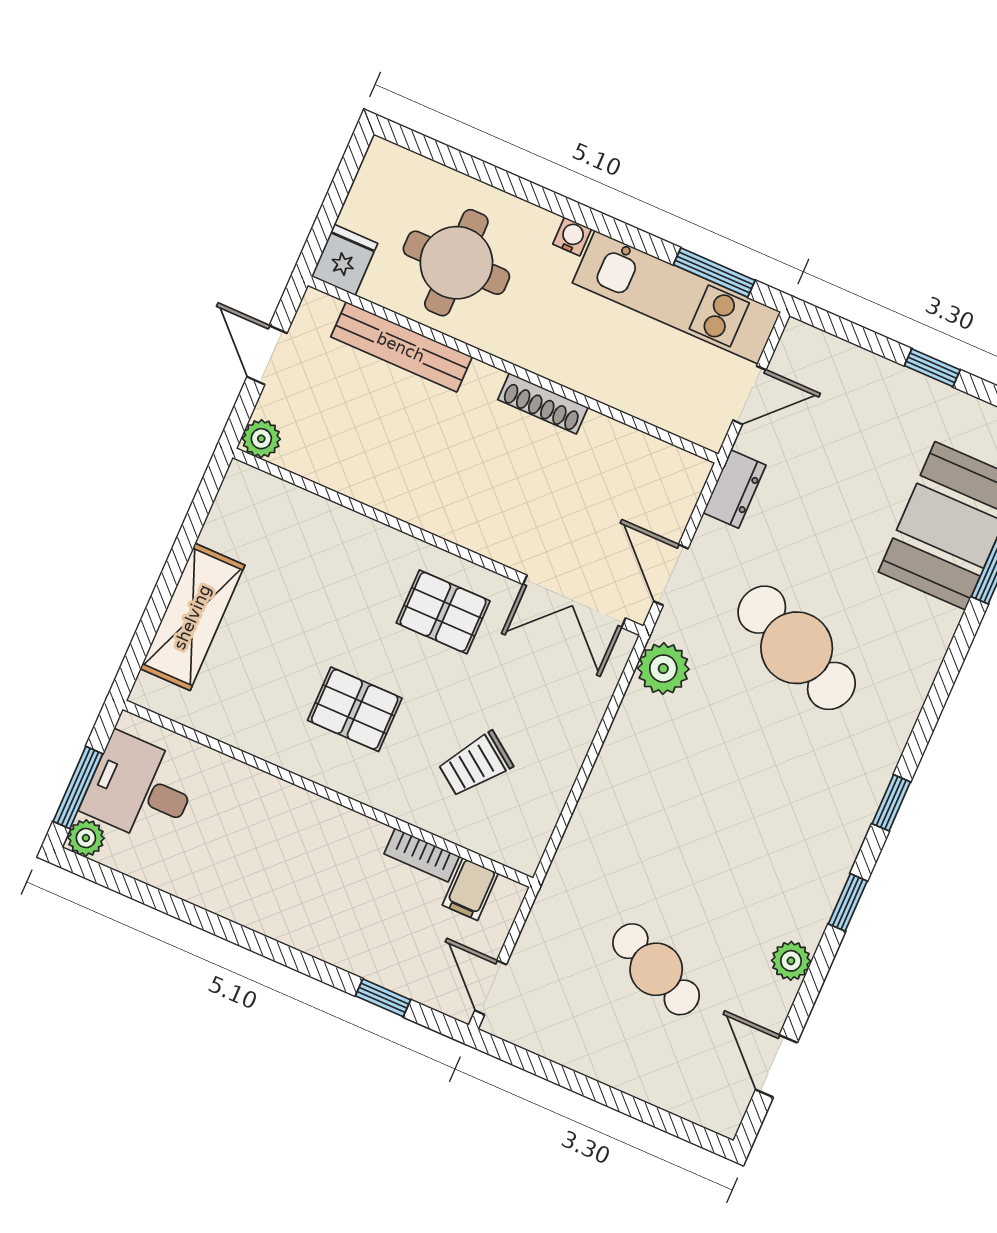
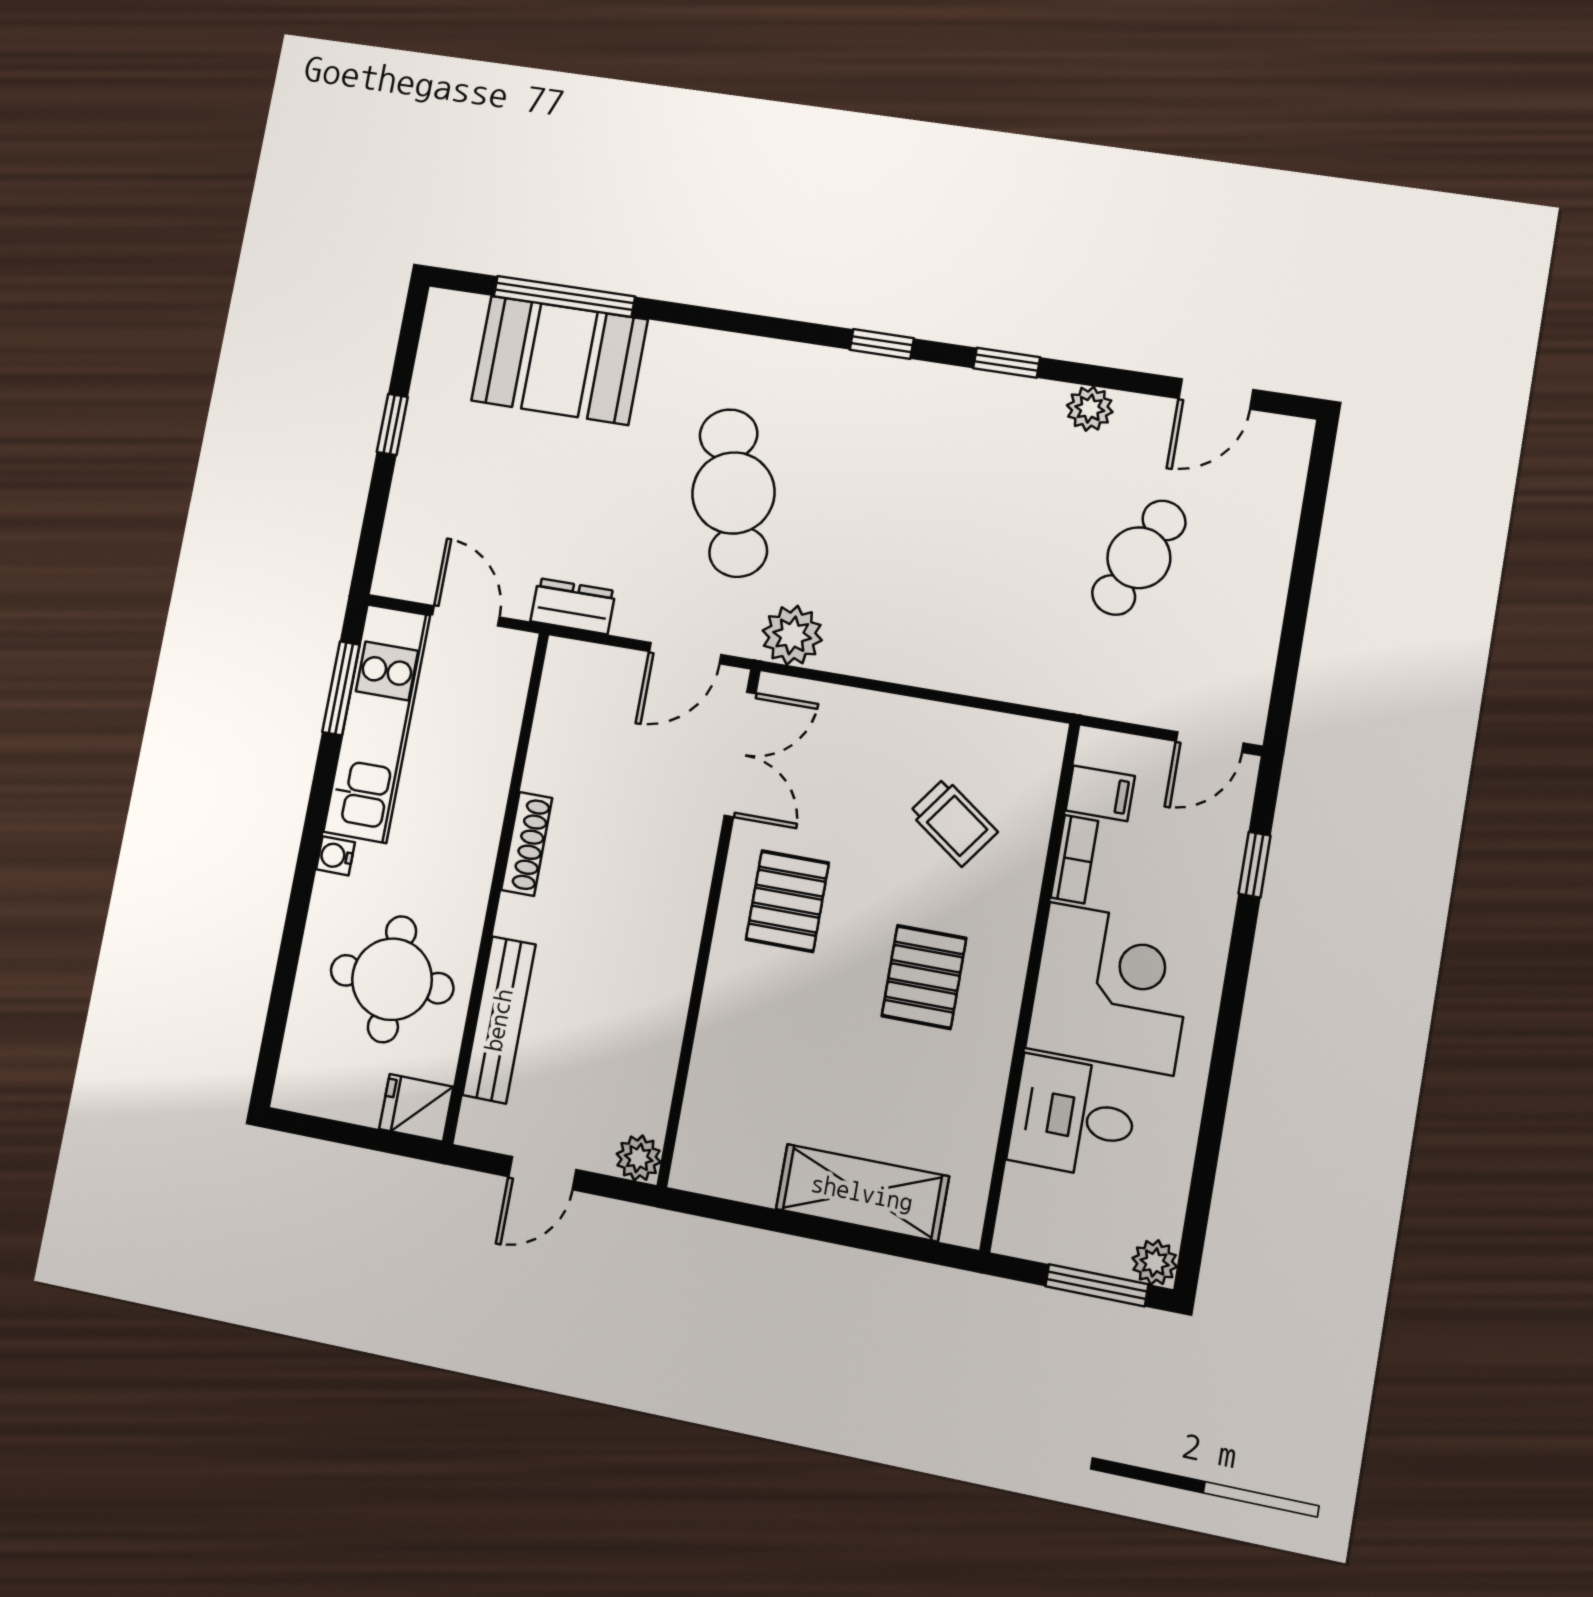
cafe table: (797, 648) -> (733, 493), turned -39
desk: (140, 789) -> (1073, 1117), moved, turned 90
corner desk: (310, 858) -> (1111, 988), added

